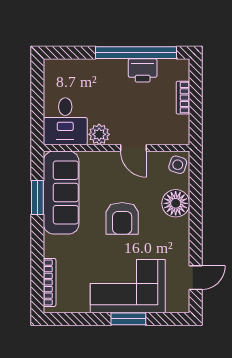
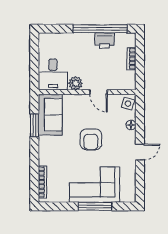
sofa: (61, 192) -> (50, 115), width x0.73
floor lamp: (176, 203) -> (131, 125), width x0.53, depth x0.53
door: (196, 278) -> (140, 152), moved
window: (128, 319) -> (95, 206), width x1.44

